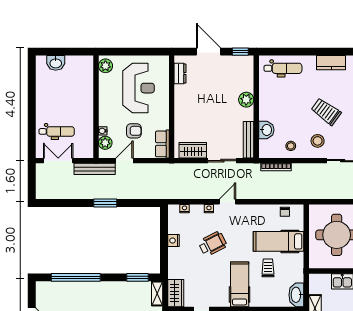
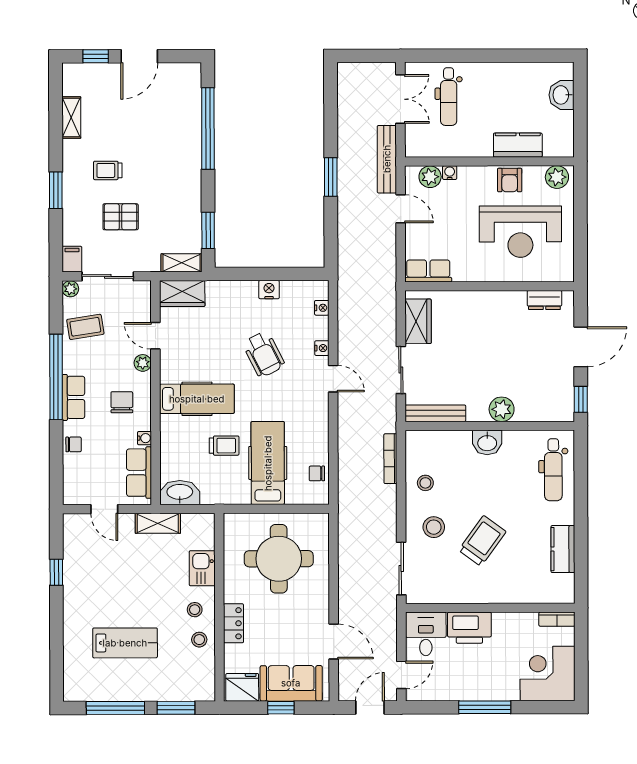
kitchen counter: (86, 90) -> (518, 145), added
washbasin: (266, 130) -> (487, 442), moved
armchair: (134, 131) -> (510, 180), moved

